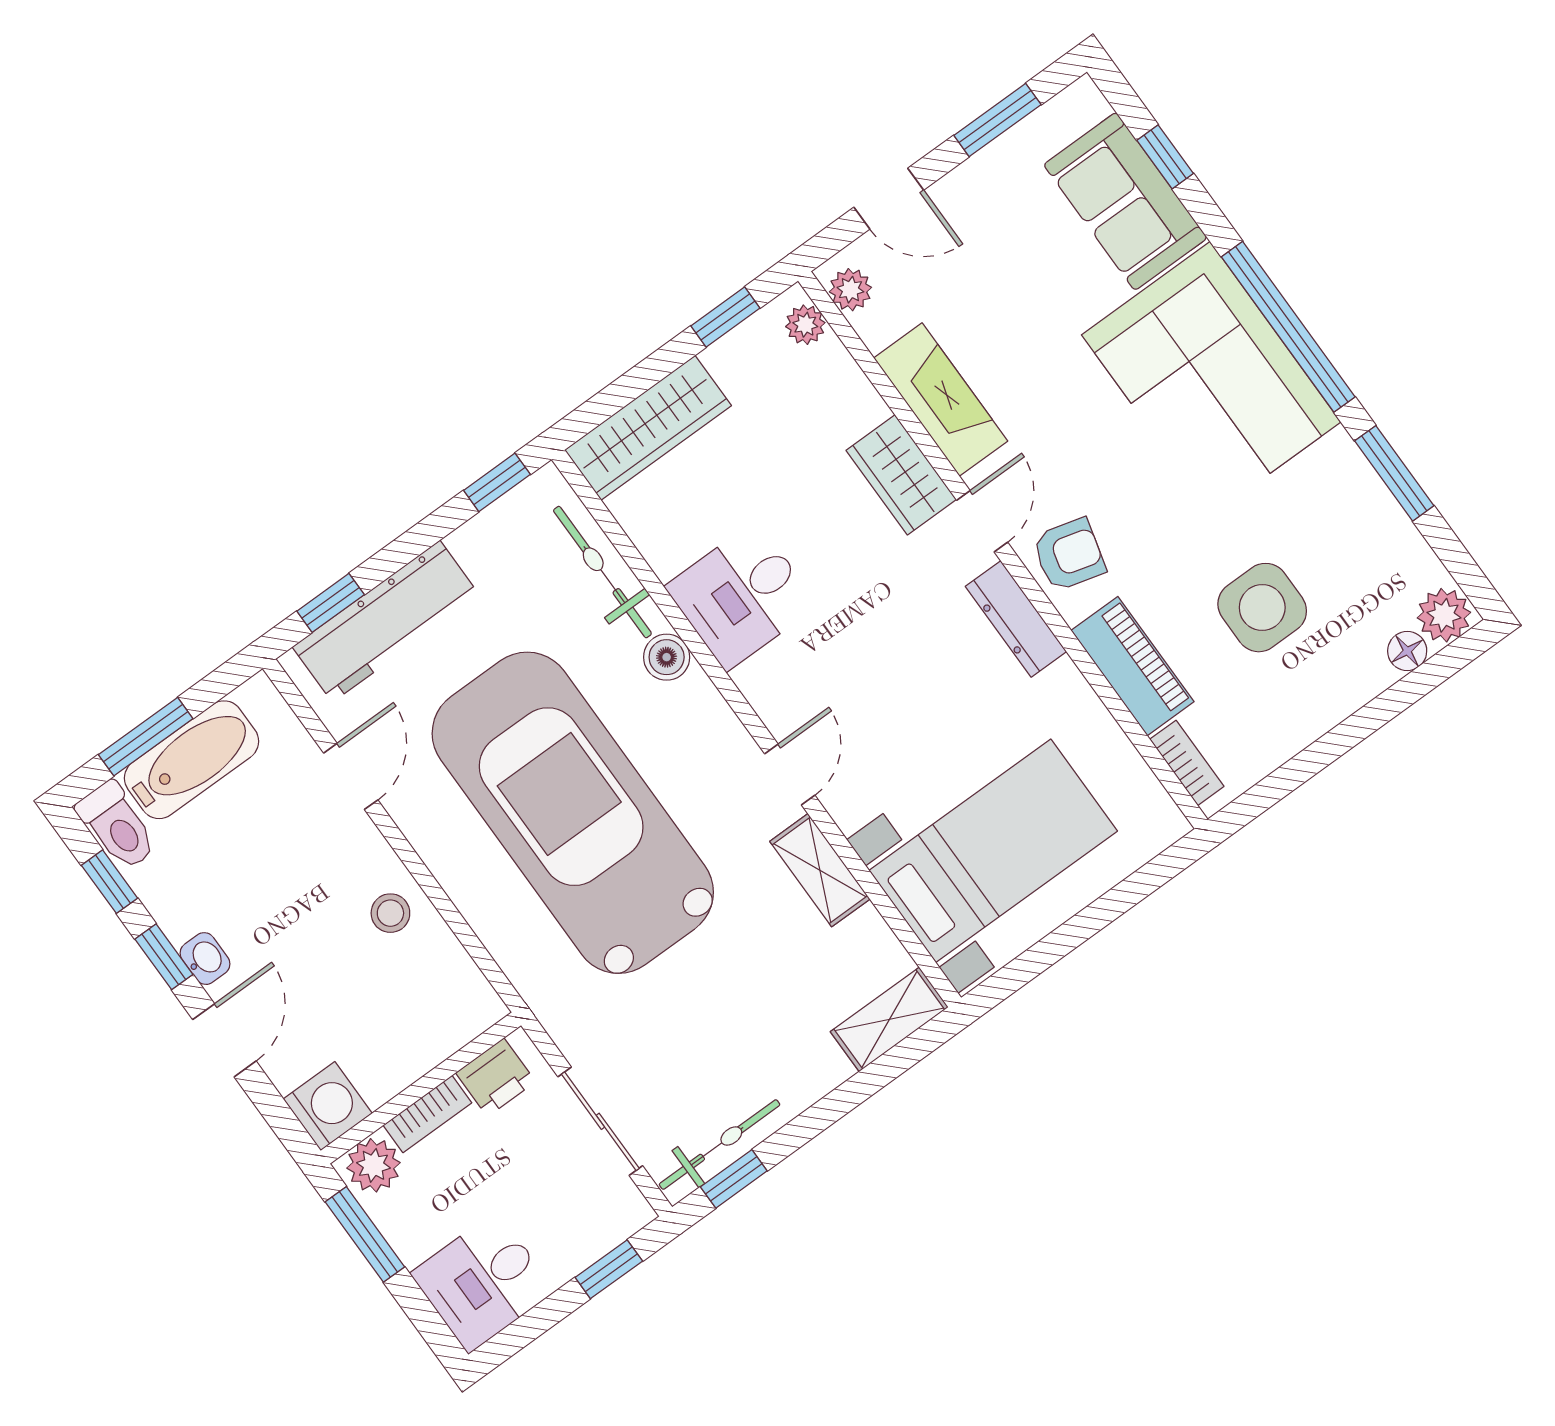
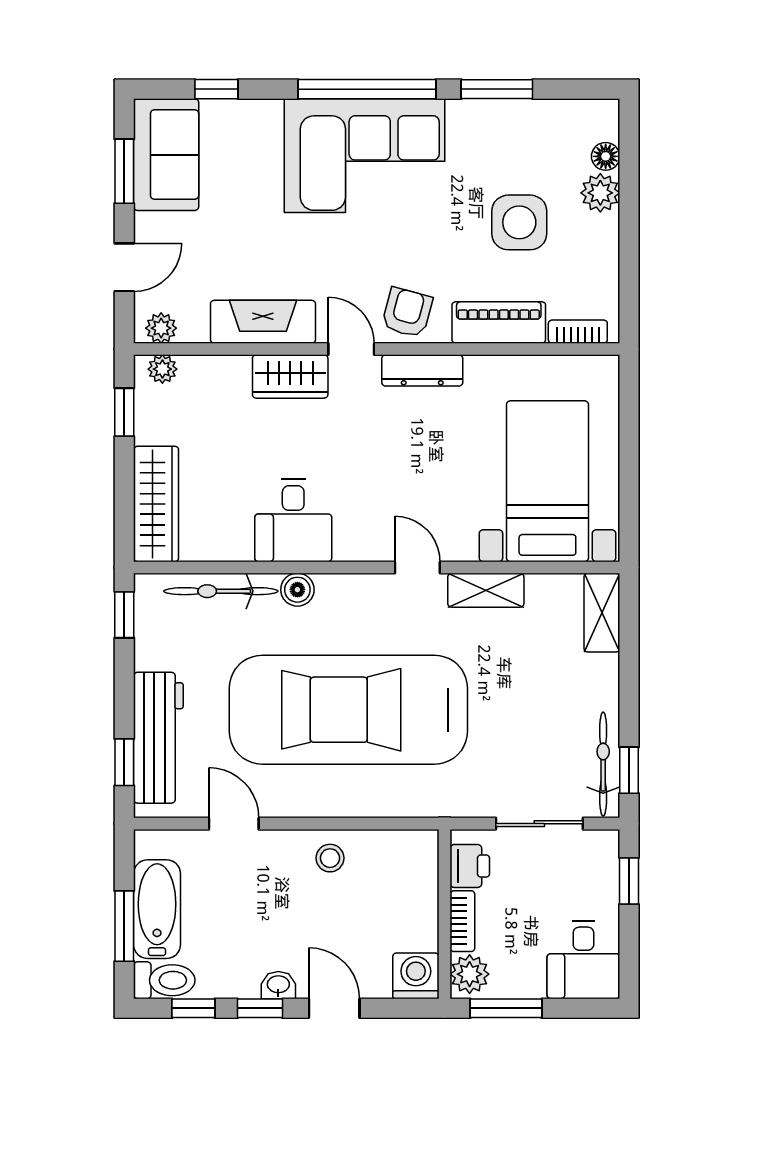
sofa: (1125, 201) -> (166, 155), moved, turned -90
plant: (1444, 615) -> (600, 193), moved

